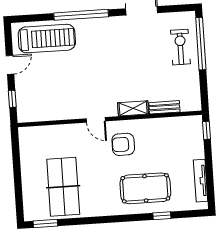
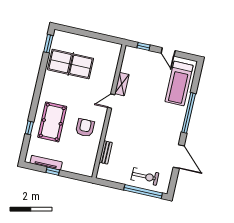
shelving: (133, 108) -> (122, 84), moved
window: (207, 130) -> (53, 171), moved
armchair: (123, 144) -> (85, 128), moved

